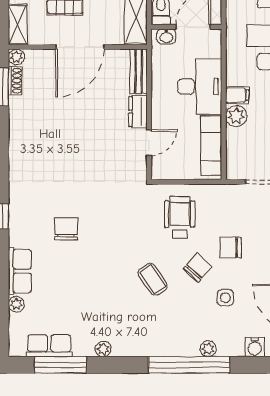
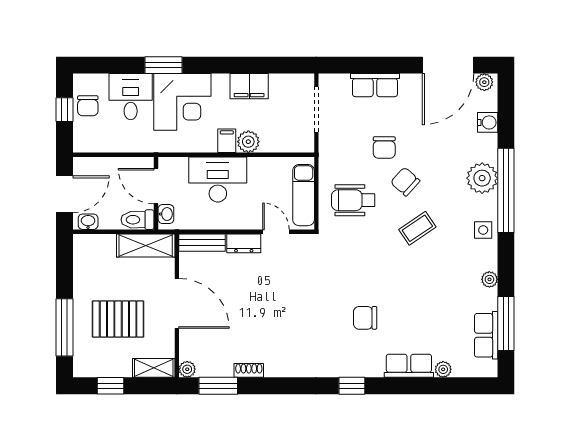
shoe rack: (15, 81) -> (249, 370), moved
exam couch: (211, 146) -> (304, 195), moved, turned 90
side table: (225, 298) -> (483, 230), moved
plant: (208, 349) -> (482, 178), width x1.87, depth x1.87

